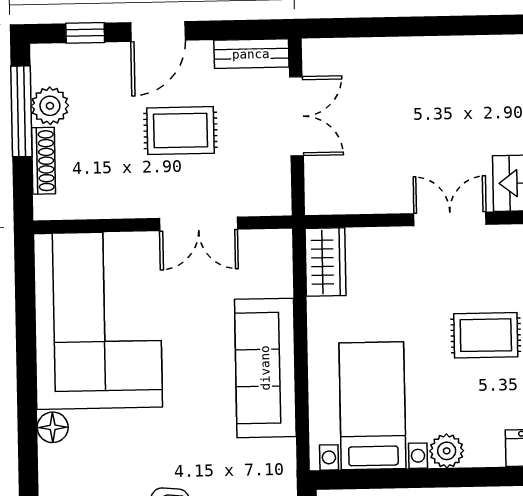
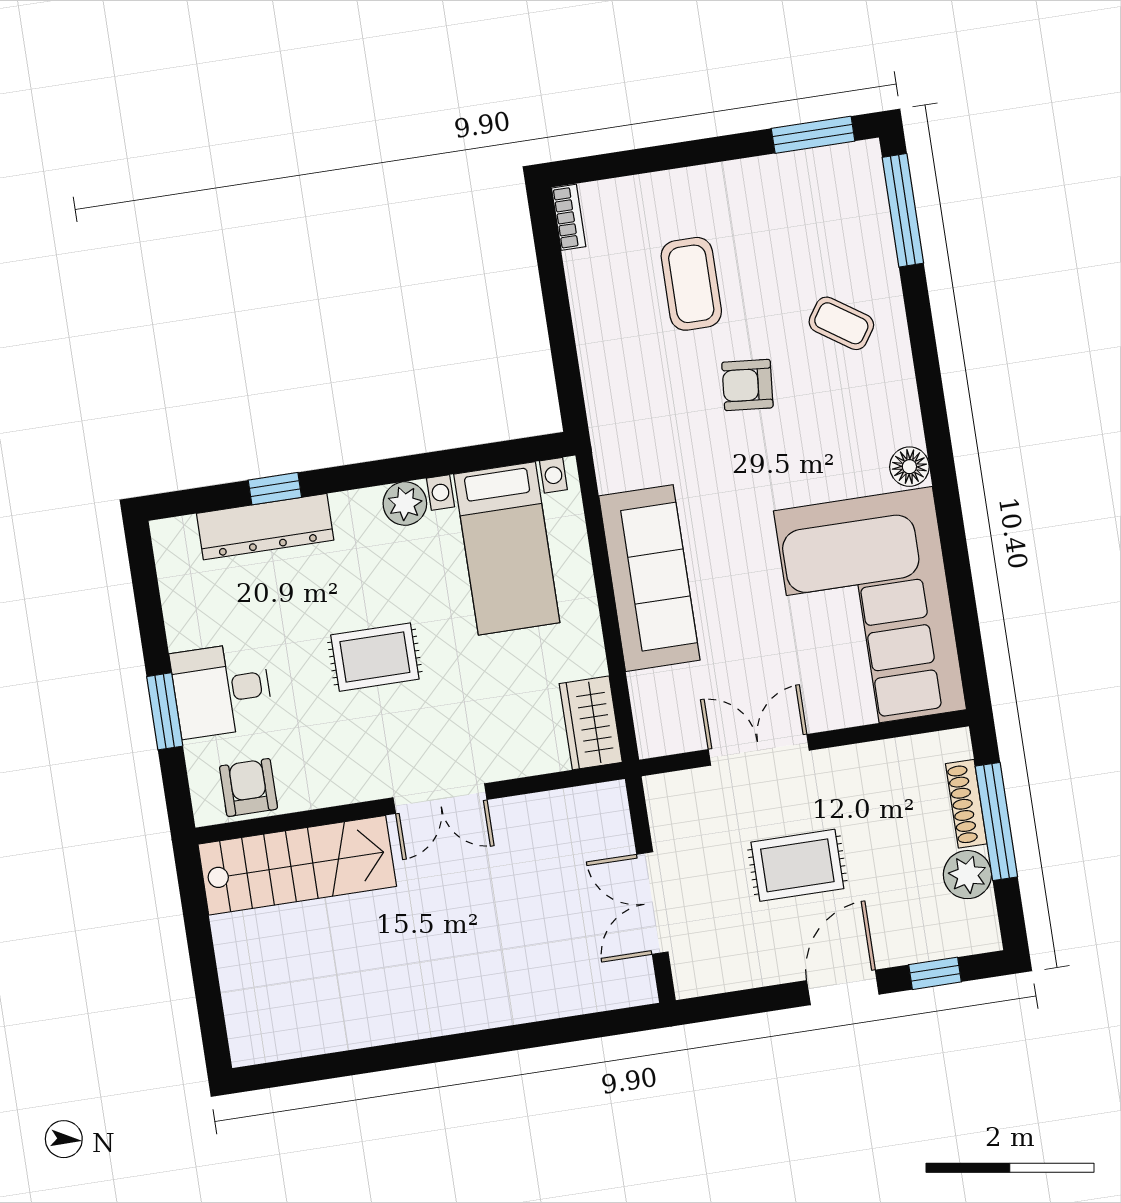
bench: (251, 54) -> (720, 975), removed
window: (21, 111) -> (996, 822), moved

